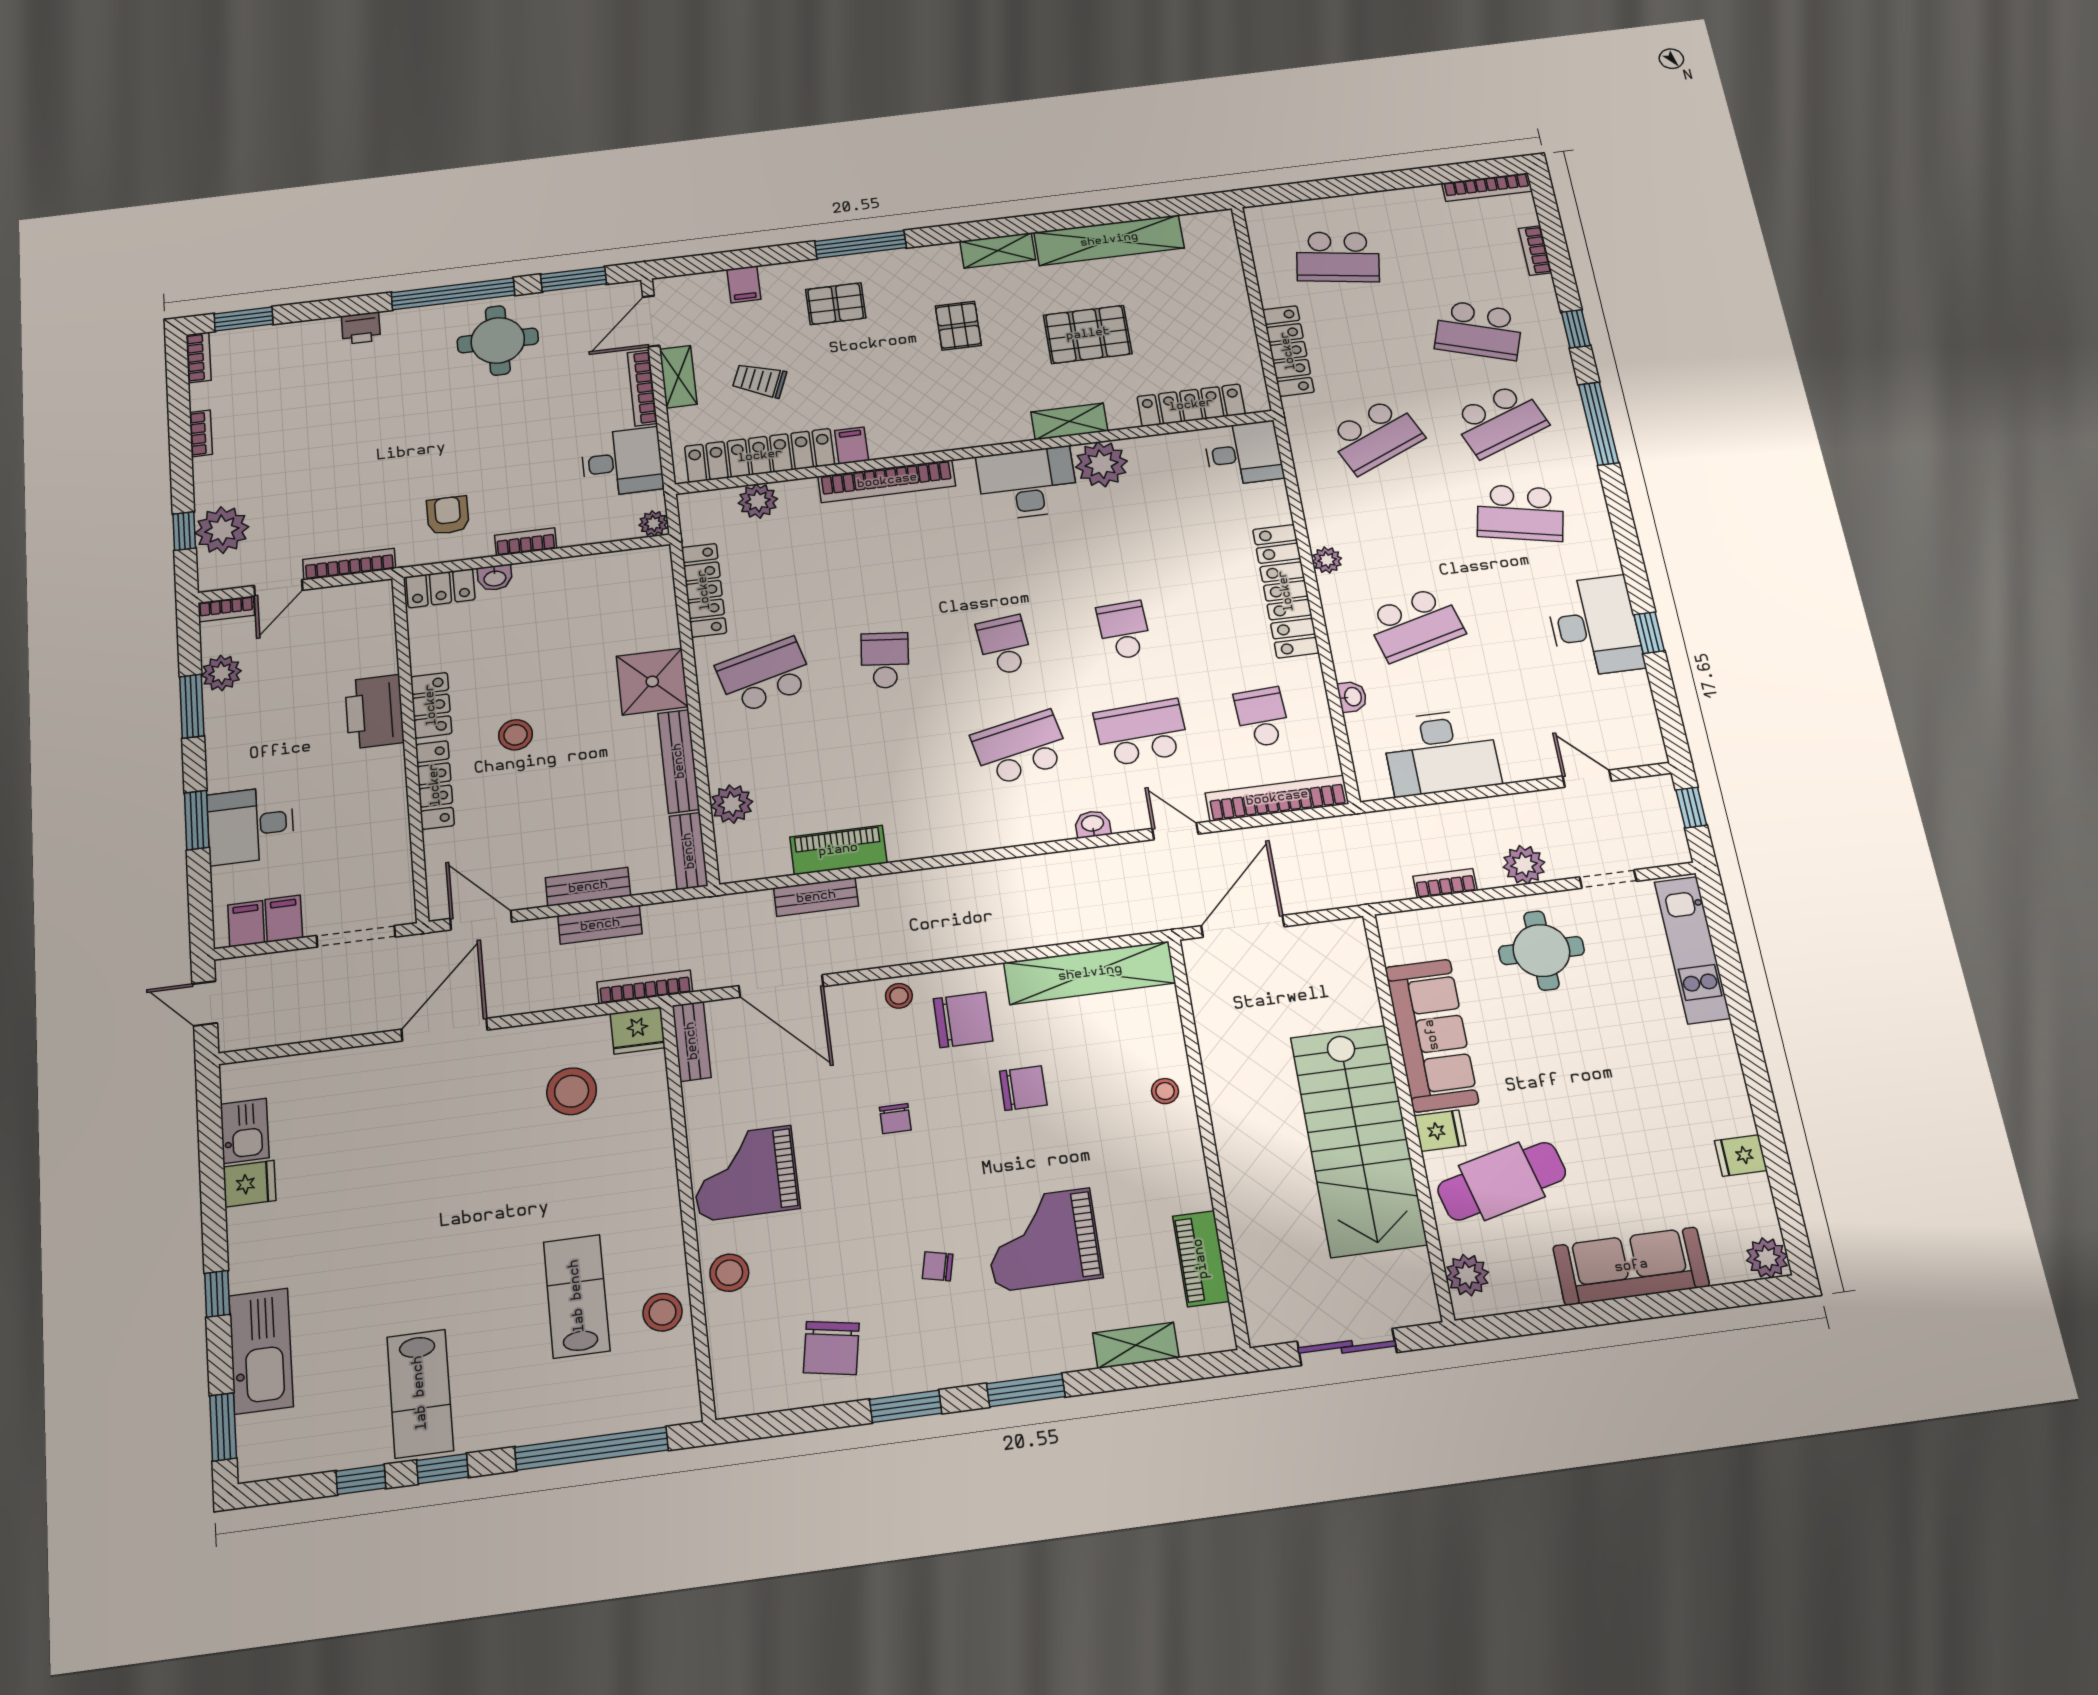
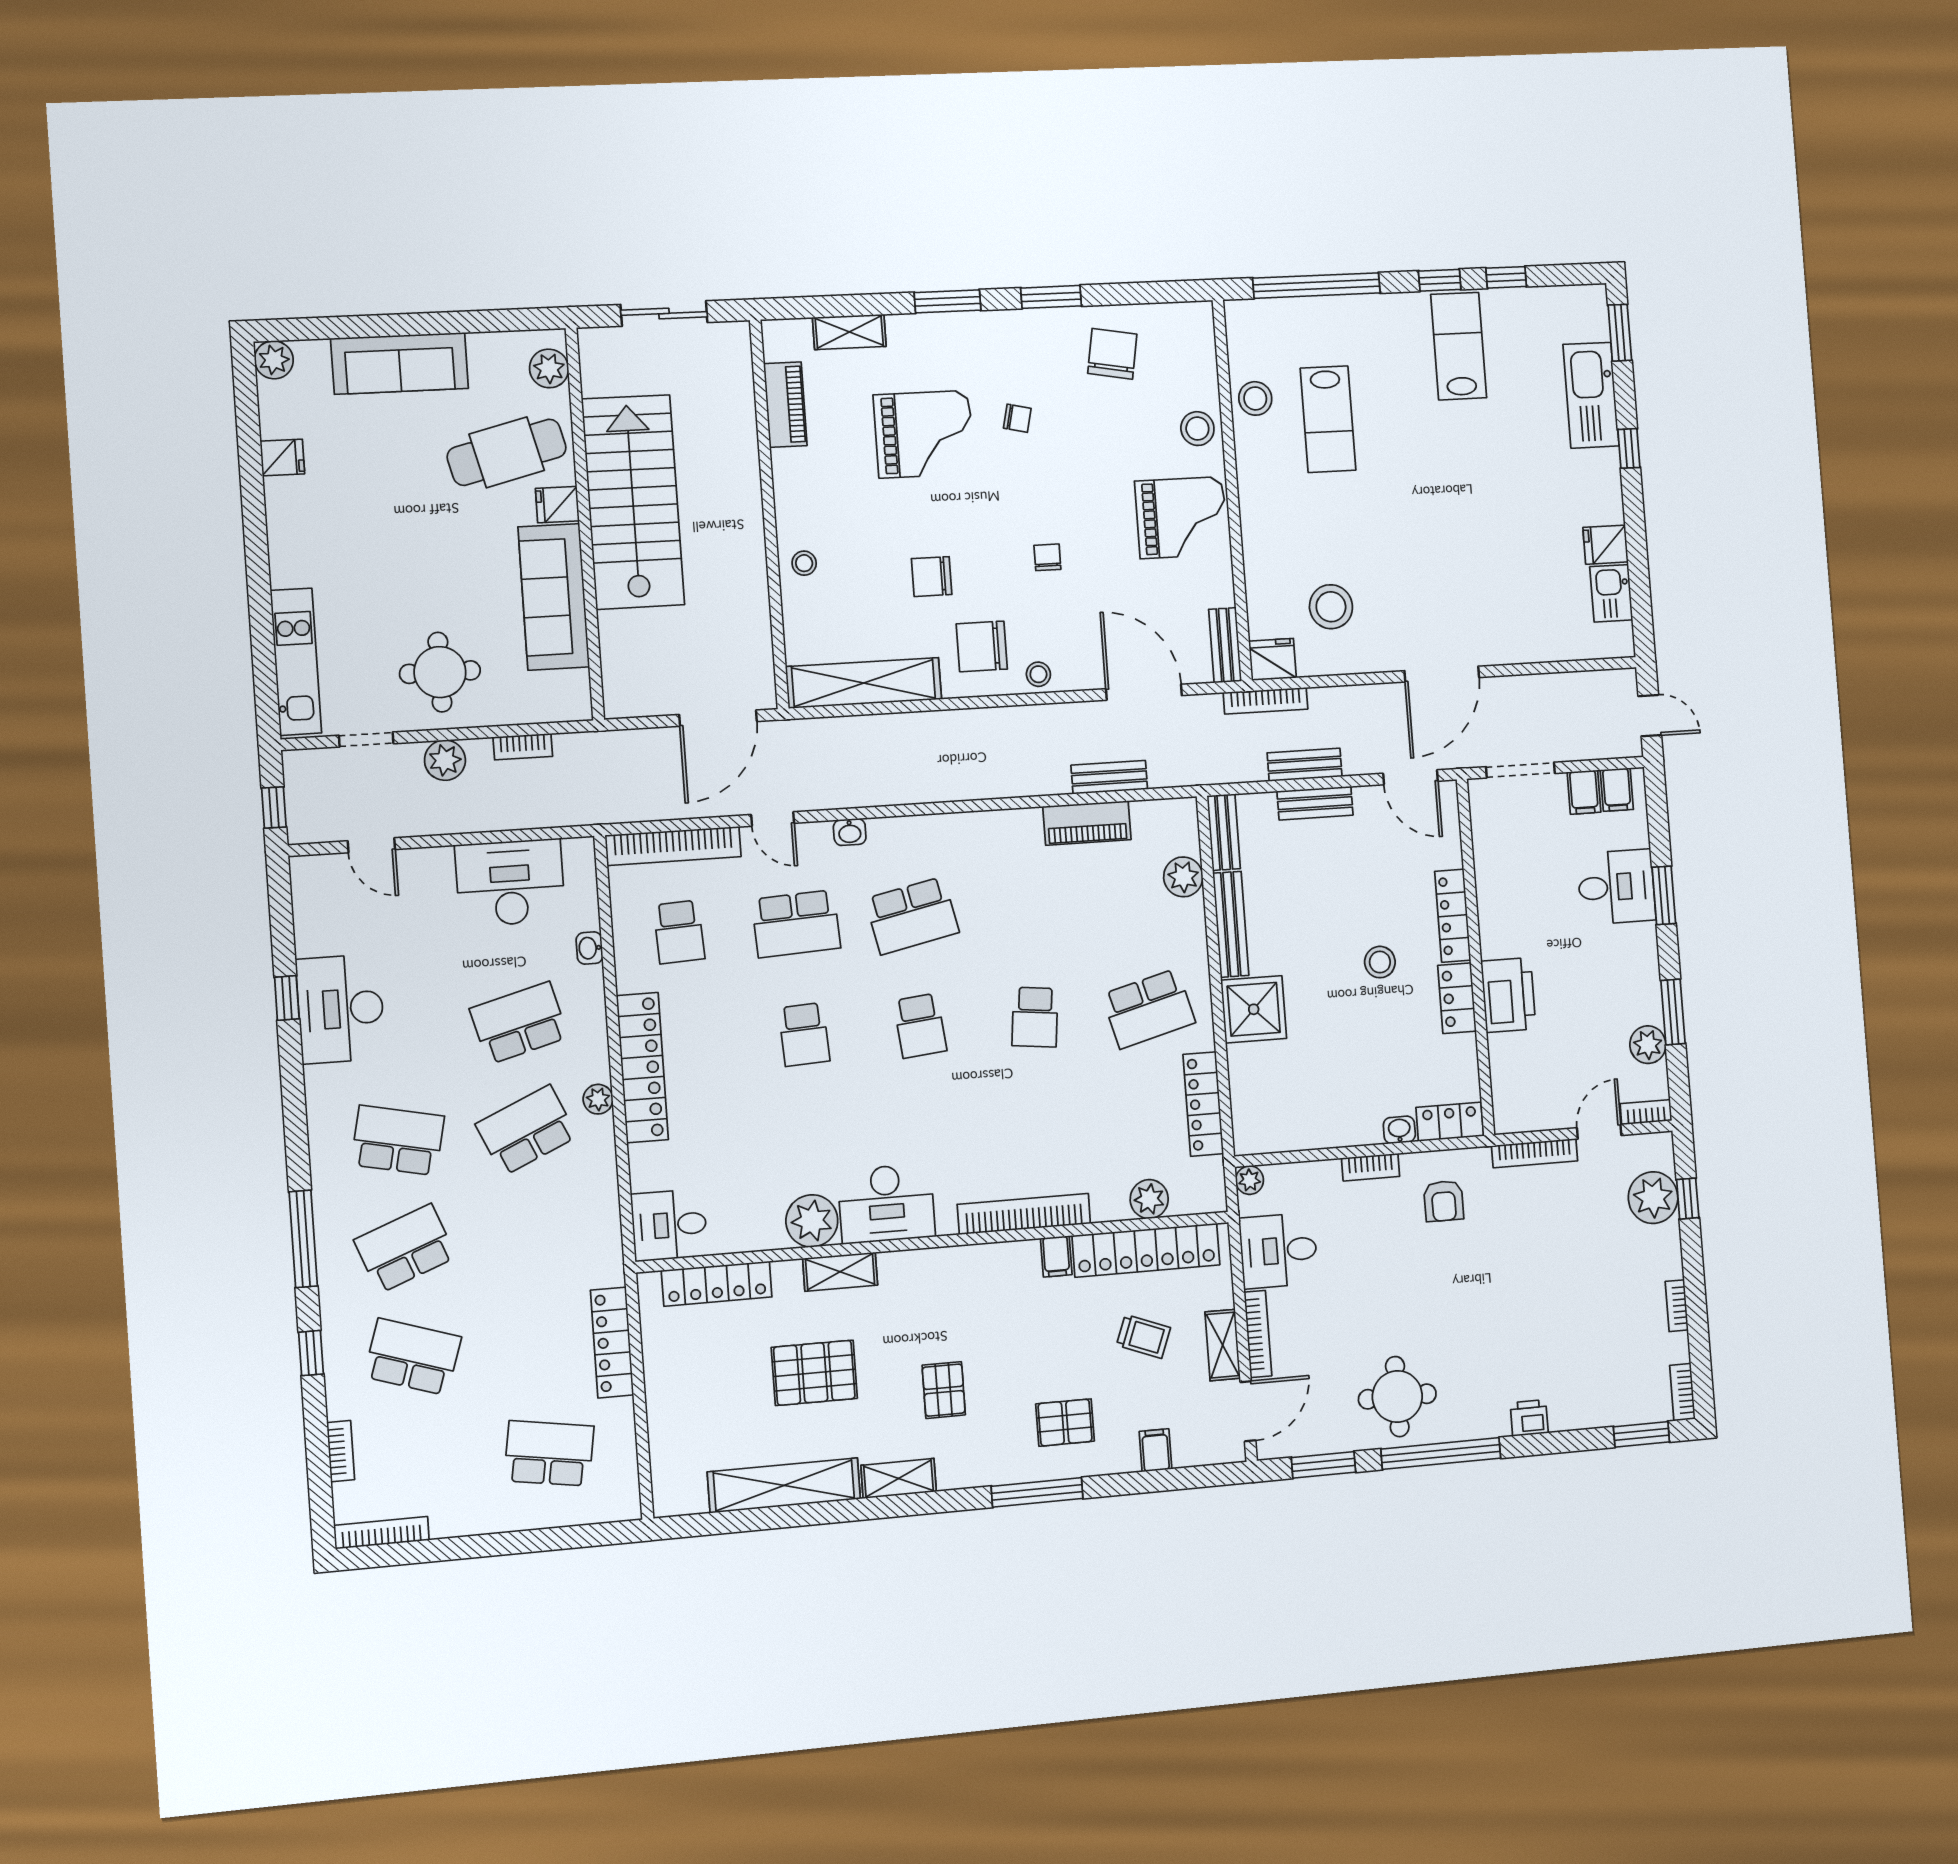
school desk: (1375, 436) -> (527, 1130), moved

